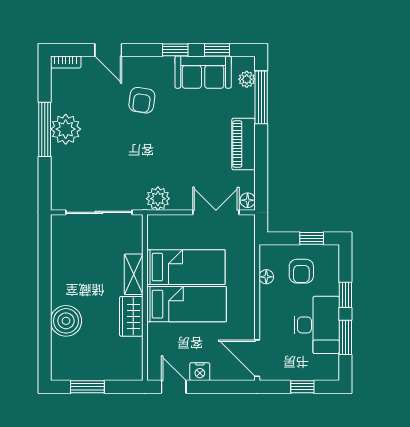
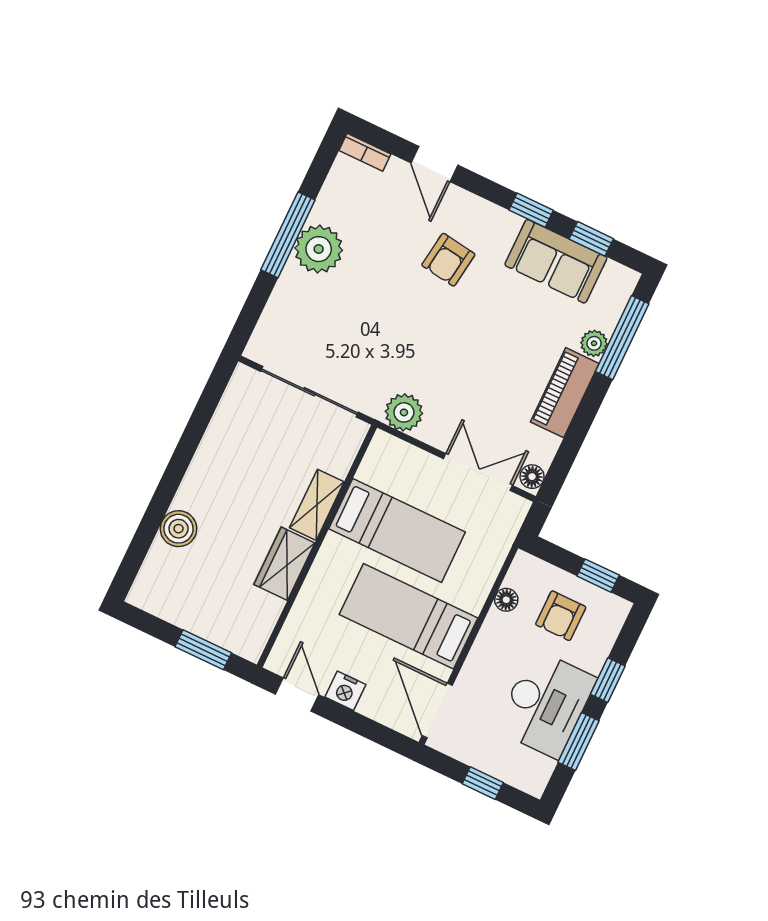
plant: (247, 79) -> (594, 343), moved
bed: (186, 304) -> (408, 616), moved, turned 180
boiler: (66, 321) -> (179, 529), width x0.73, depth x0.73
window: (87, 387) -> (203, 650), moved

